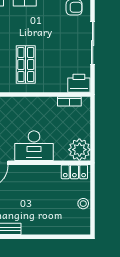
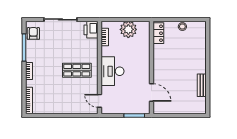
desk: (34, 146) -> (113, 71), moved, turned 180
plant: (79, 150) -> (128, 29), moved

